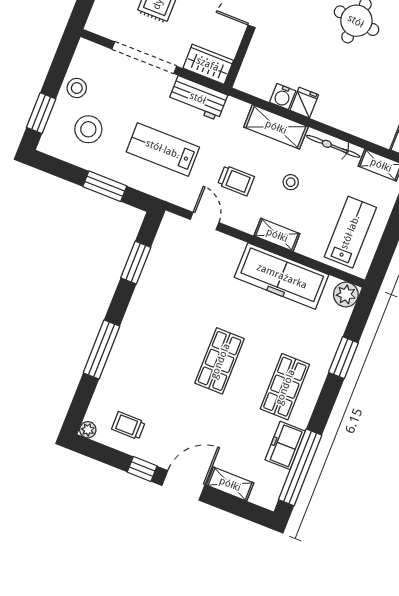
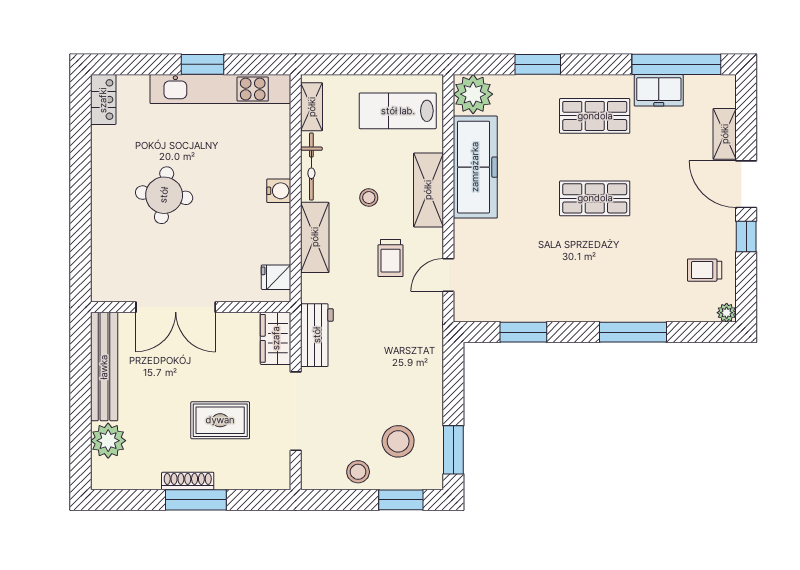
water cooler: (283, 97) -> (279, 191), moved
fridge: (304, 103) -> (276, 277), moved
lab bench: (163, 149) -> (388, 351), removed
trolley: (236, 181) -> (391, 258), turned 180
window: (105, 186) -> (453, 450), moved
shelving: (277, 235) -> (428, 190), width x1.50, depth x1.33
plant: (346, 295) -> (473, 94), width x1.36, depth x1.36
trolley: (128, 426) -> (705, 270), turned 90

